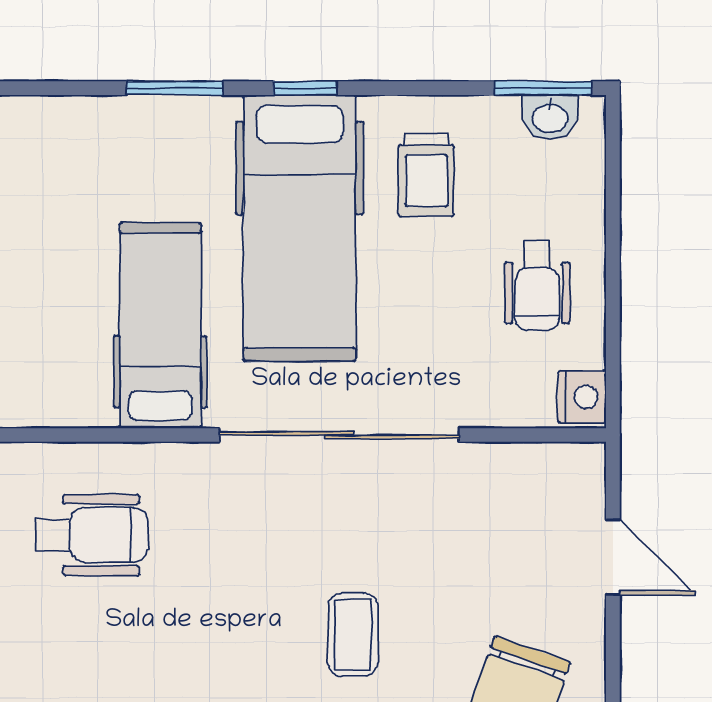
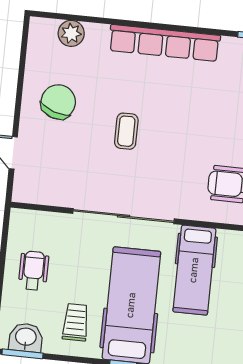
washbasin: (550, 117) -> (26, 338), width x1.38, depth x1.45
nightstand: (582, 397) -> (19, 222), removed

